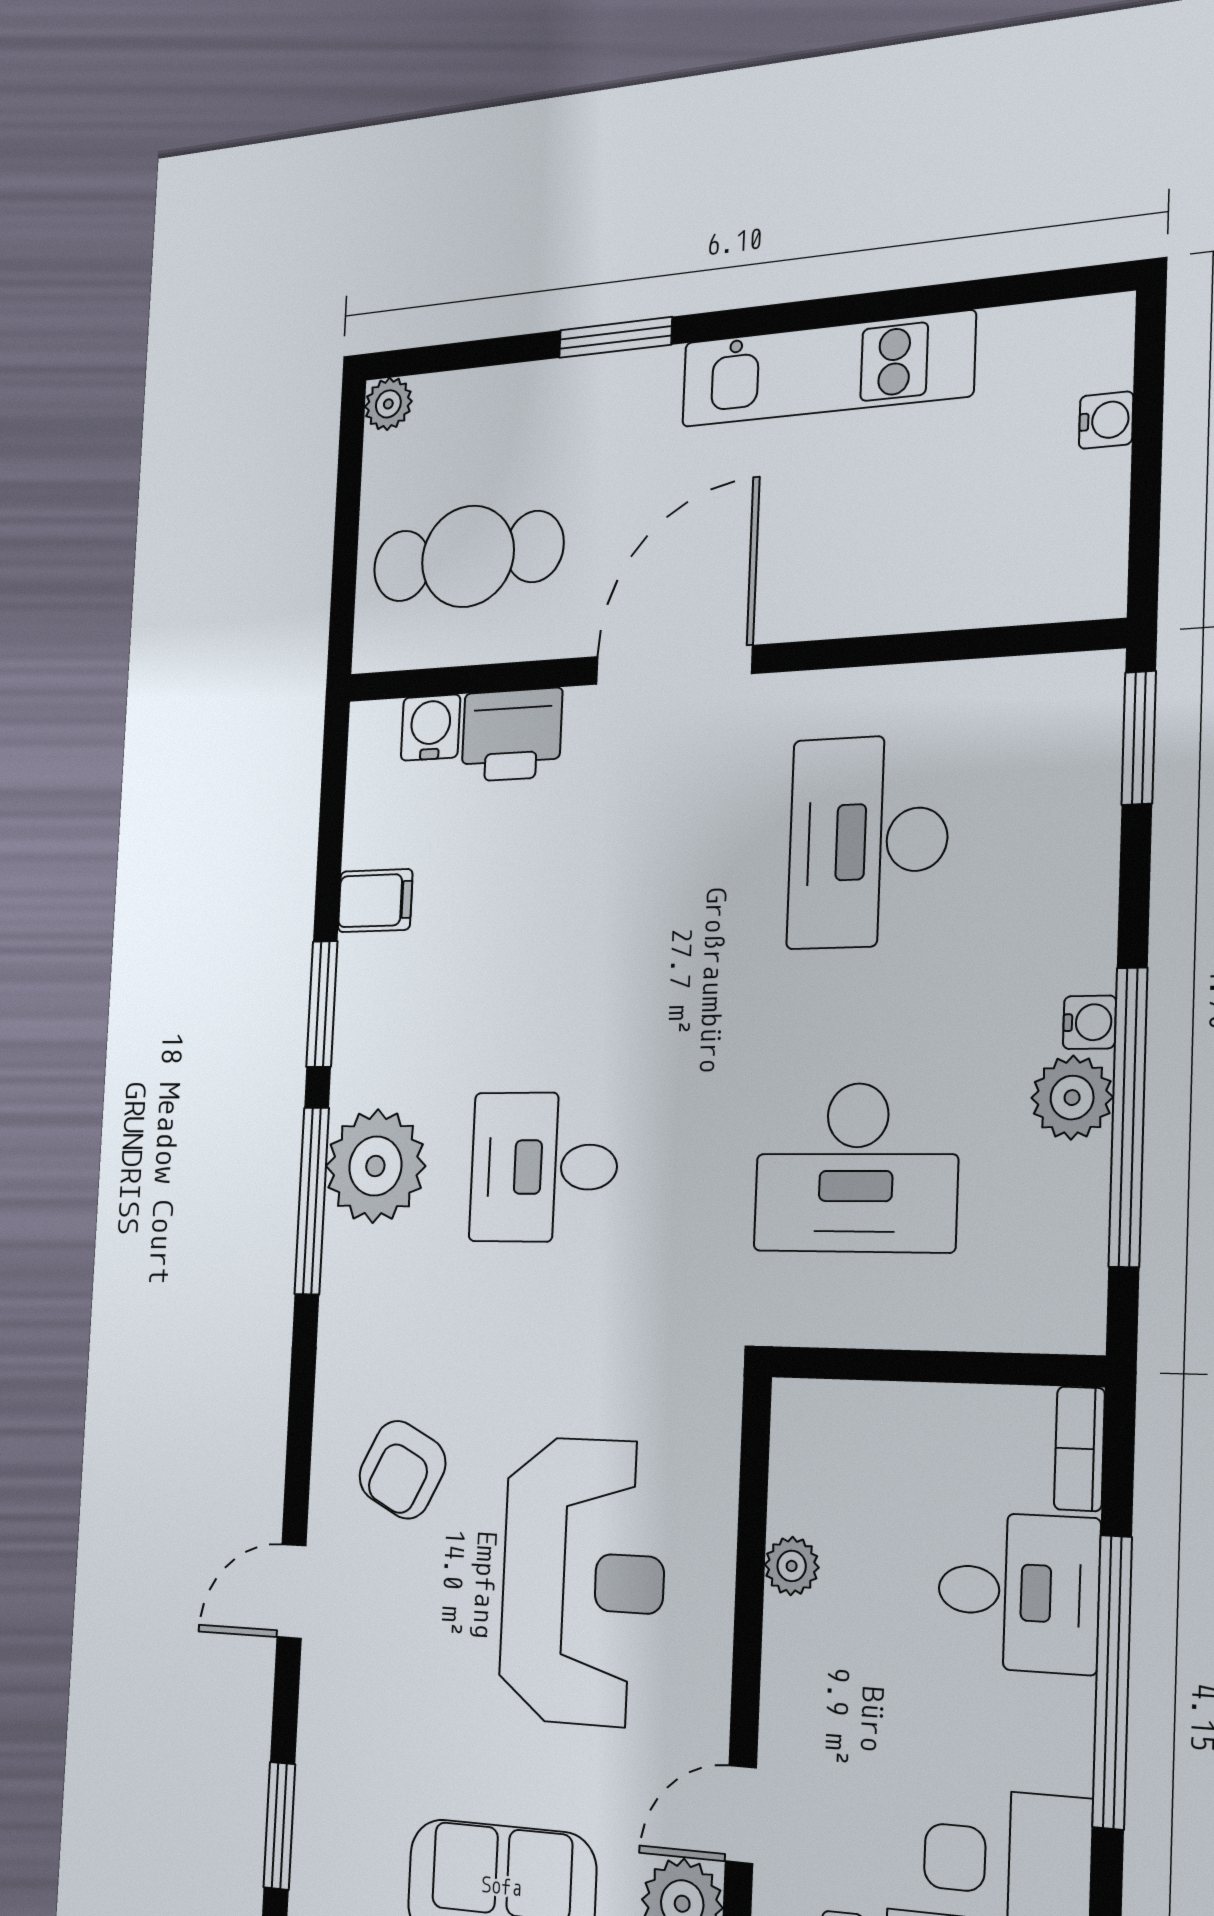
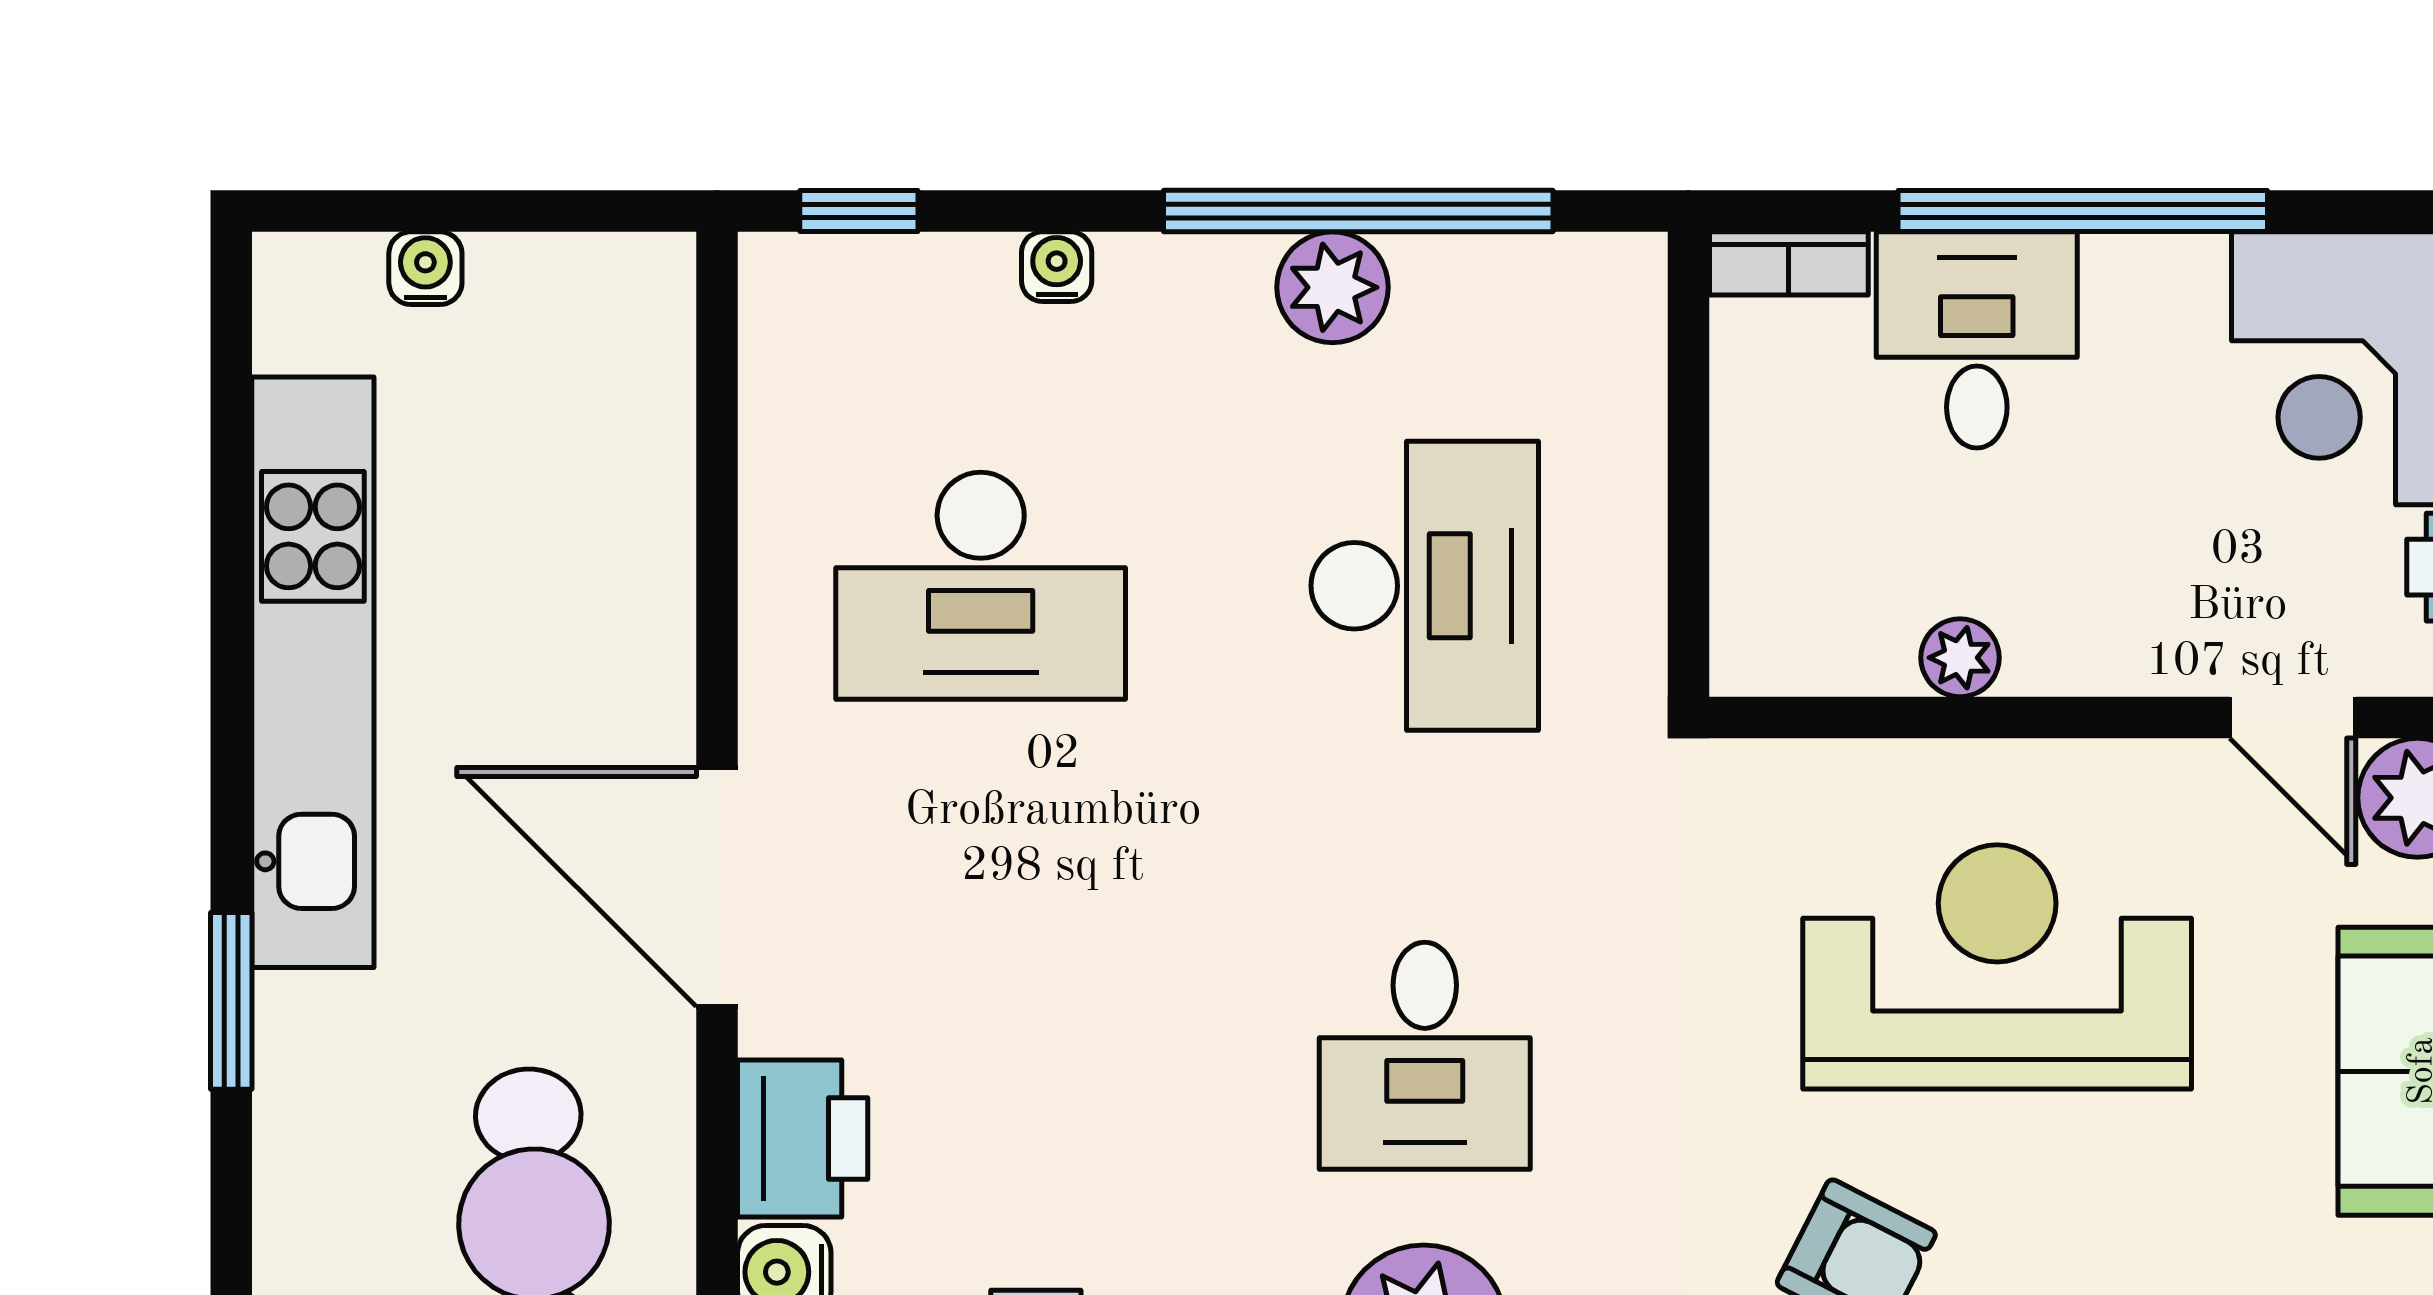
kitchen unit: (827, 369) -> (313, 672), width x1.36
window: (1139, 738) -> (859, 211), width x0.67
water cooler: (1089, 1022) -> (1057, 267), moved

